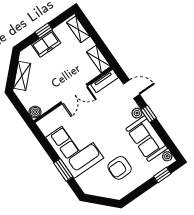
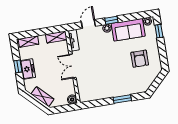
double door: (74, 94) -> (73, 66), swing flipped
corner sofa: (75, 148) -> (111, 84), removed

